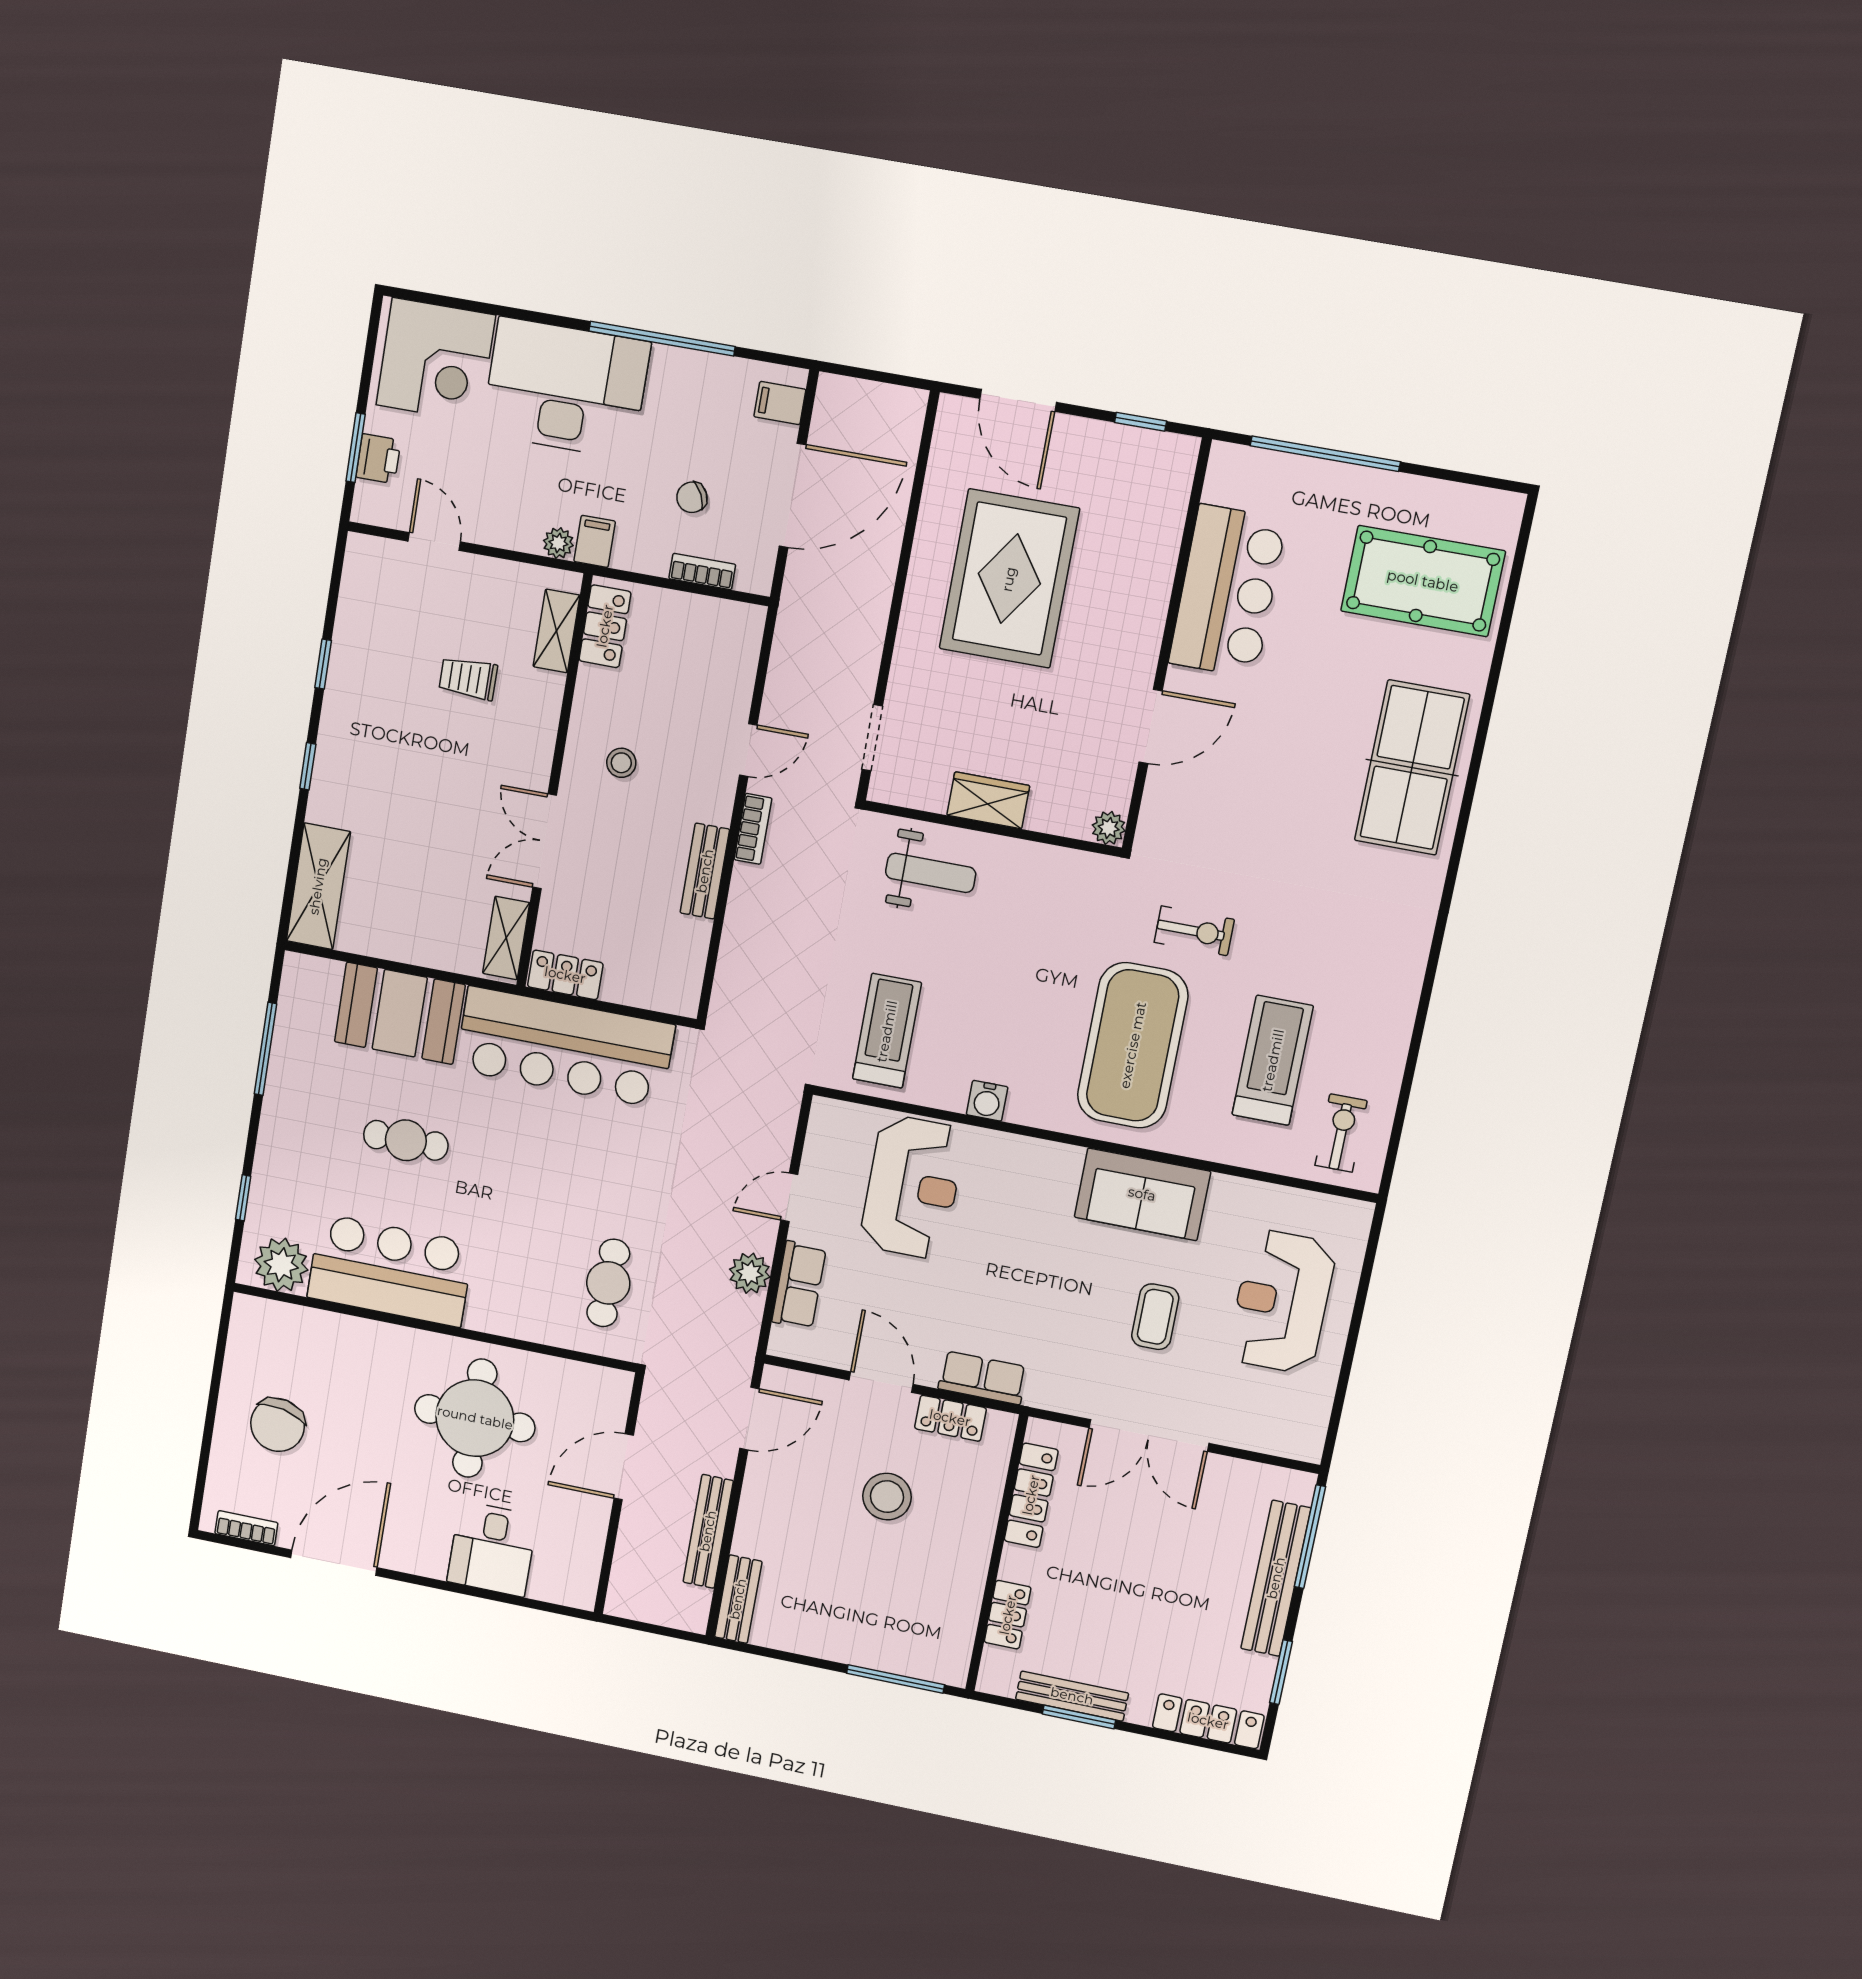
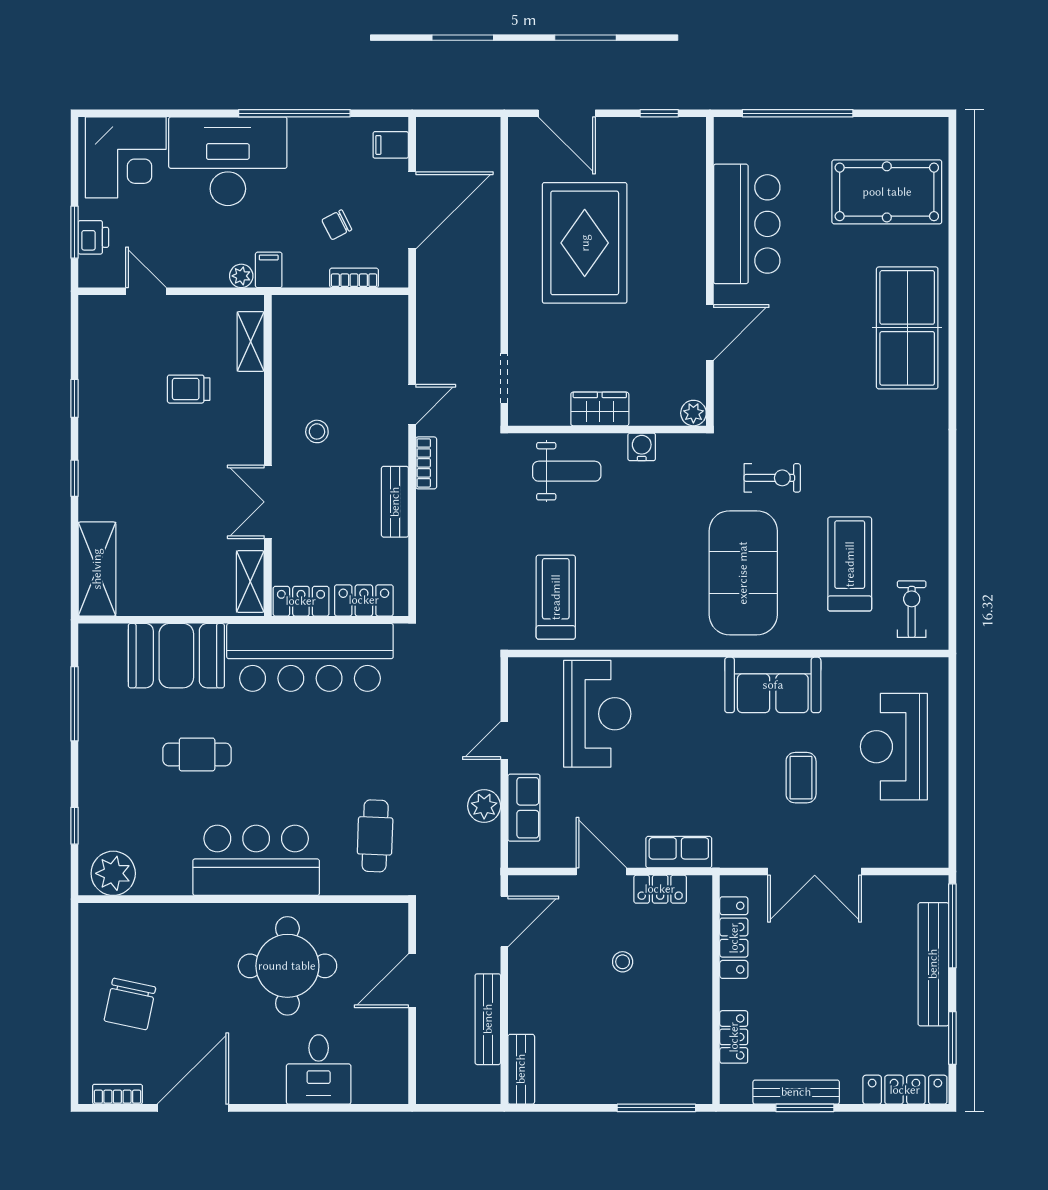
locker: (605, 626) -> (364, 600), moved, turned -90
water cooler: (987, 1101) -> (642, 447), moved, turned 180
bar counter: (390, 1270) -> (256, 860), moved
stool: (887, 1497) -> (623, 962), width x0.53, depth x0.53

